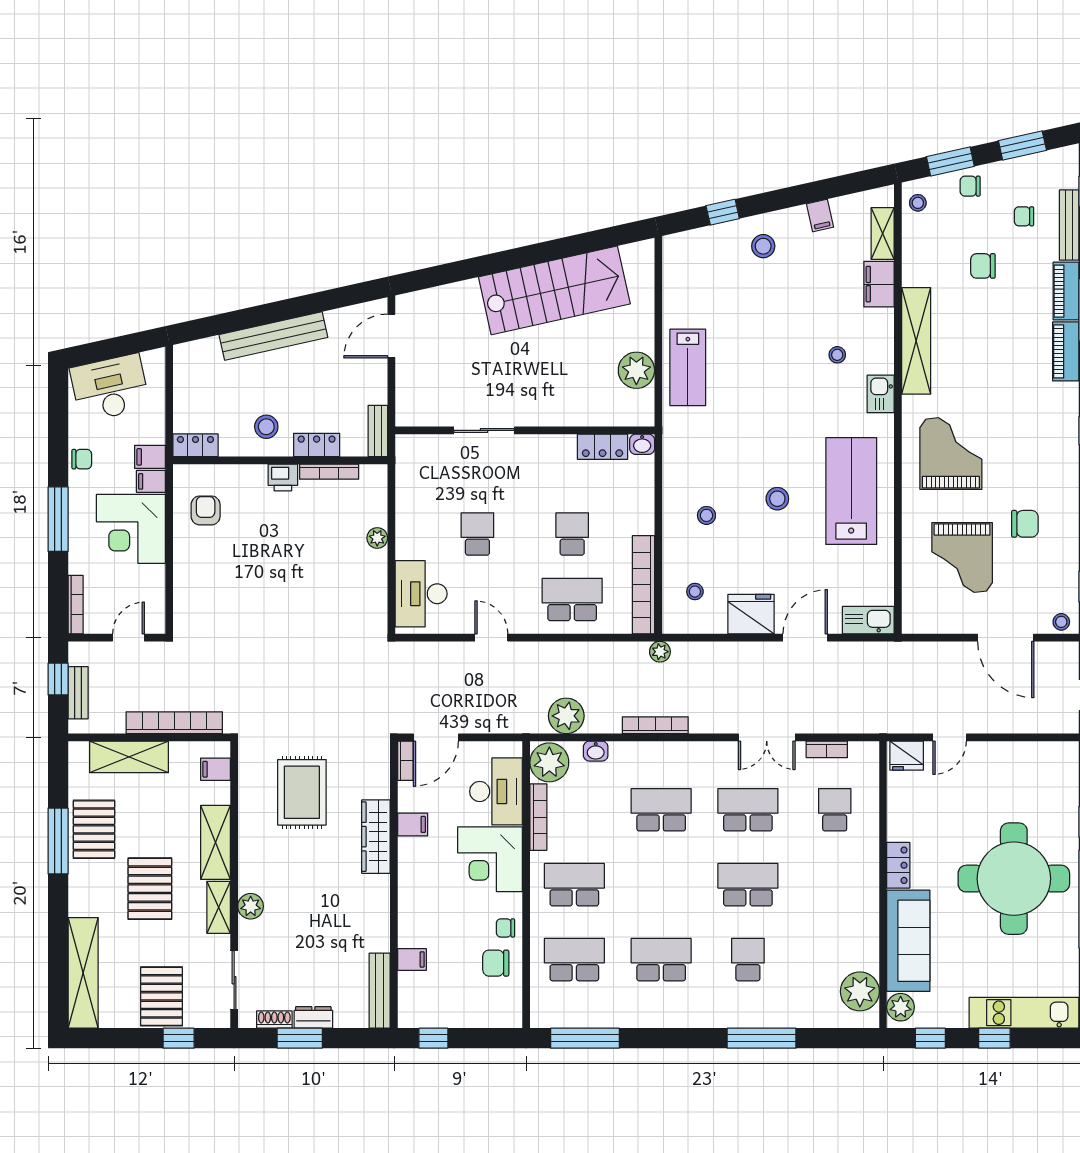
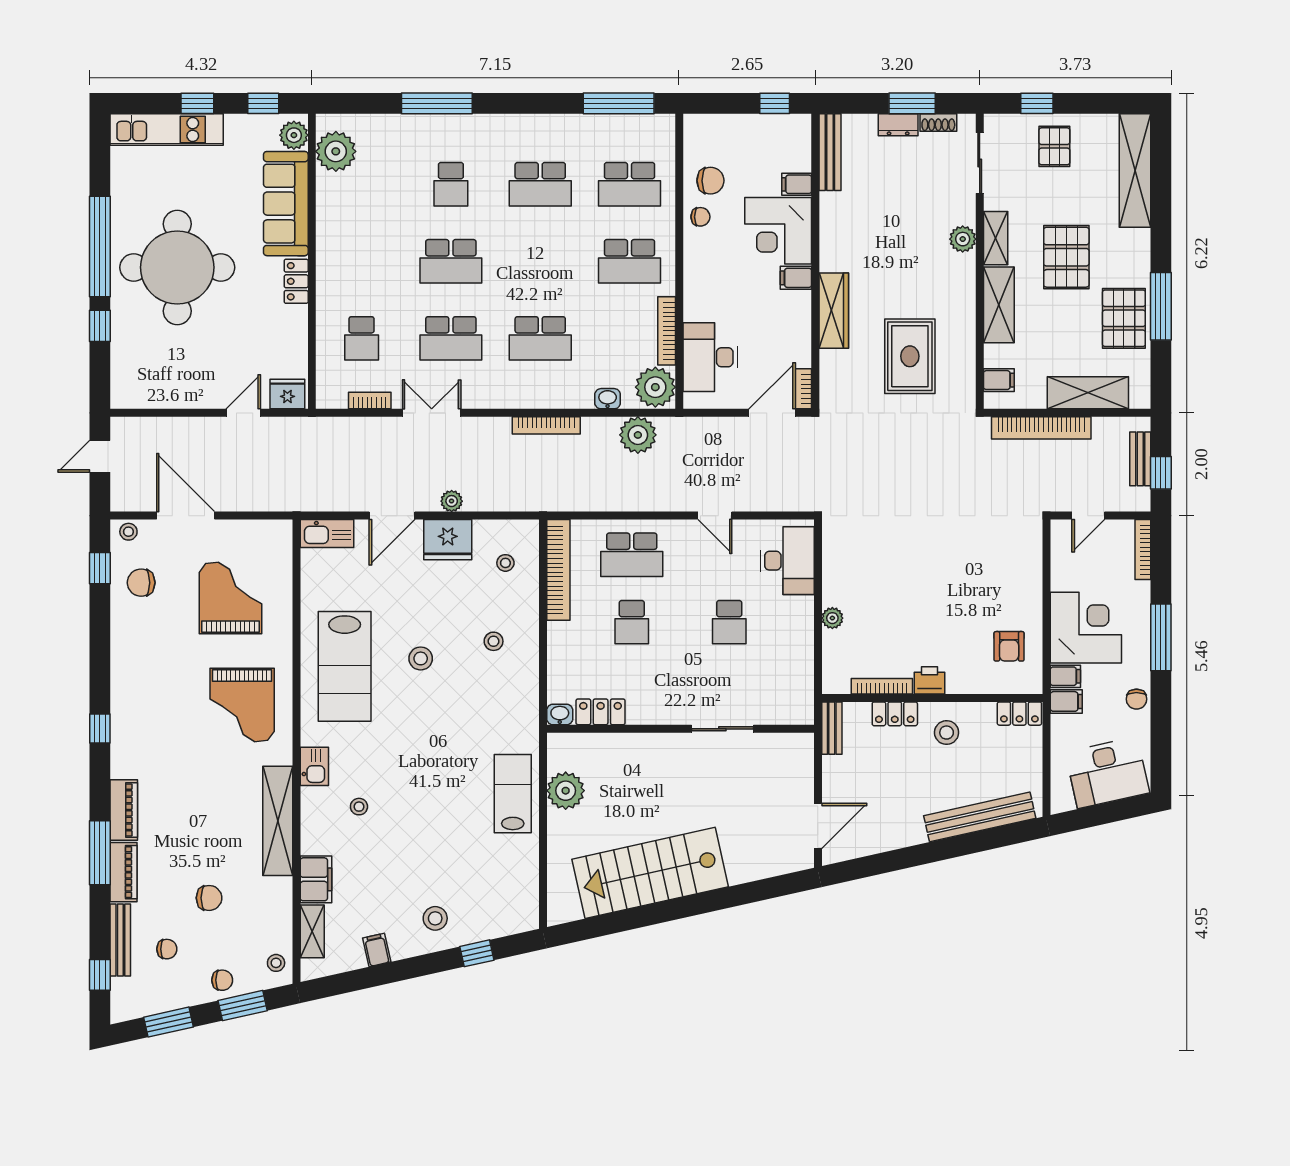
bench: (273, 336) -> (980, 817), moved
chair: (82, 459) -> (1136, 699), turned -90
chair: (1025, 524) -> (141, 583), moved
plant: (660, 652) -> (452, 501), moved
filing cabinet: (413, 824) -> (796, 278), moved
corner desk: (490, 859) -> (778, 231), moved, turned 180
pallet: (162, 996) -> (1054, 146), width x0.67, depth x0.71

